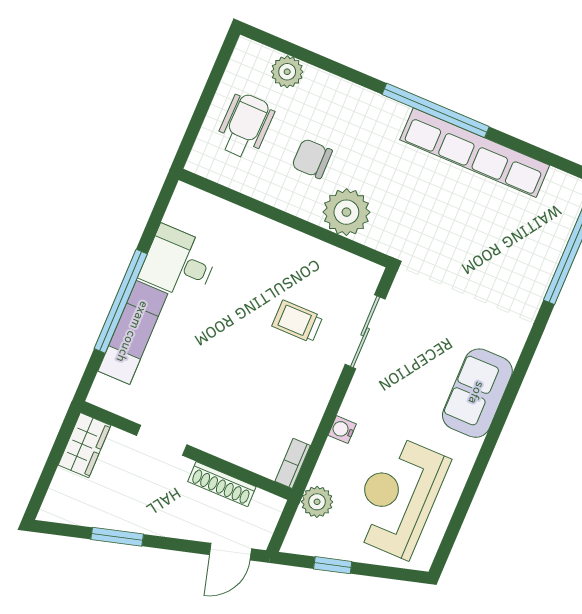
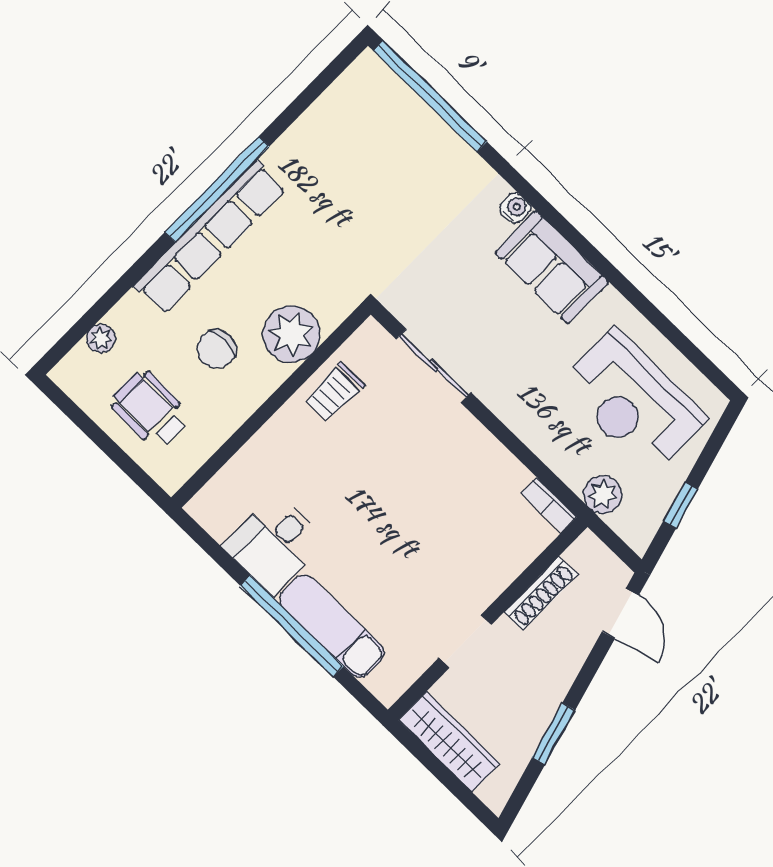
plant: (287, 72) -> (101, 339), width x0.73, depth x0.73
row of seats: (475, 153) -> (210, 237), moved
trolley: (297, 321) -> (334, 392), moved
water cooler: (342, 430) -> (515, 208), moved, turned 180
wardrobe: (84, 445) -> (449, 742), width x1.50

